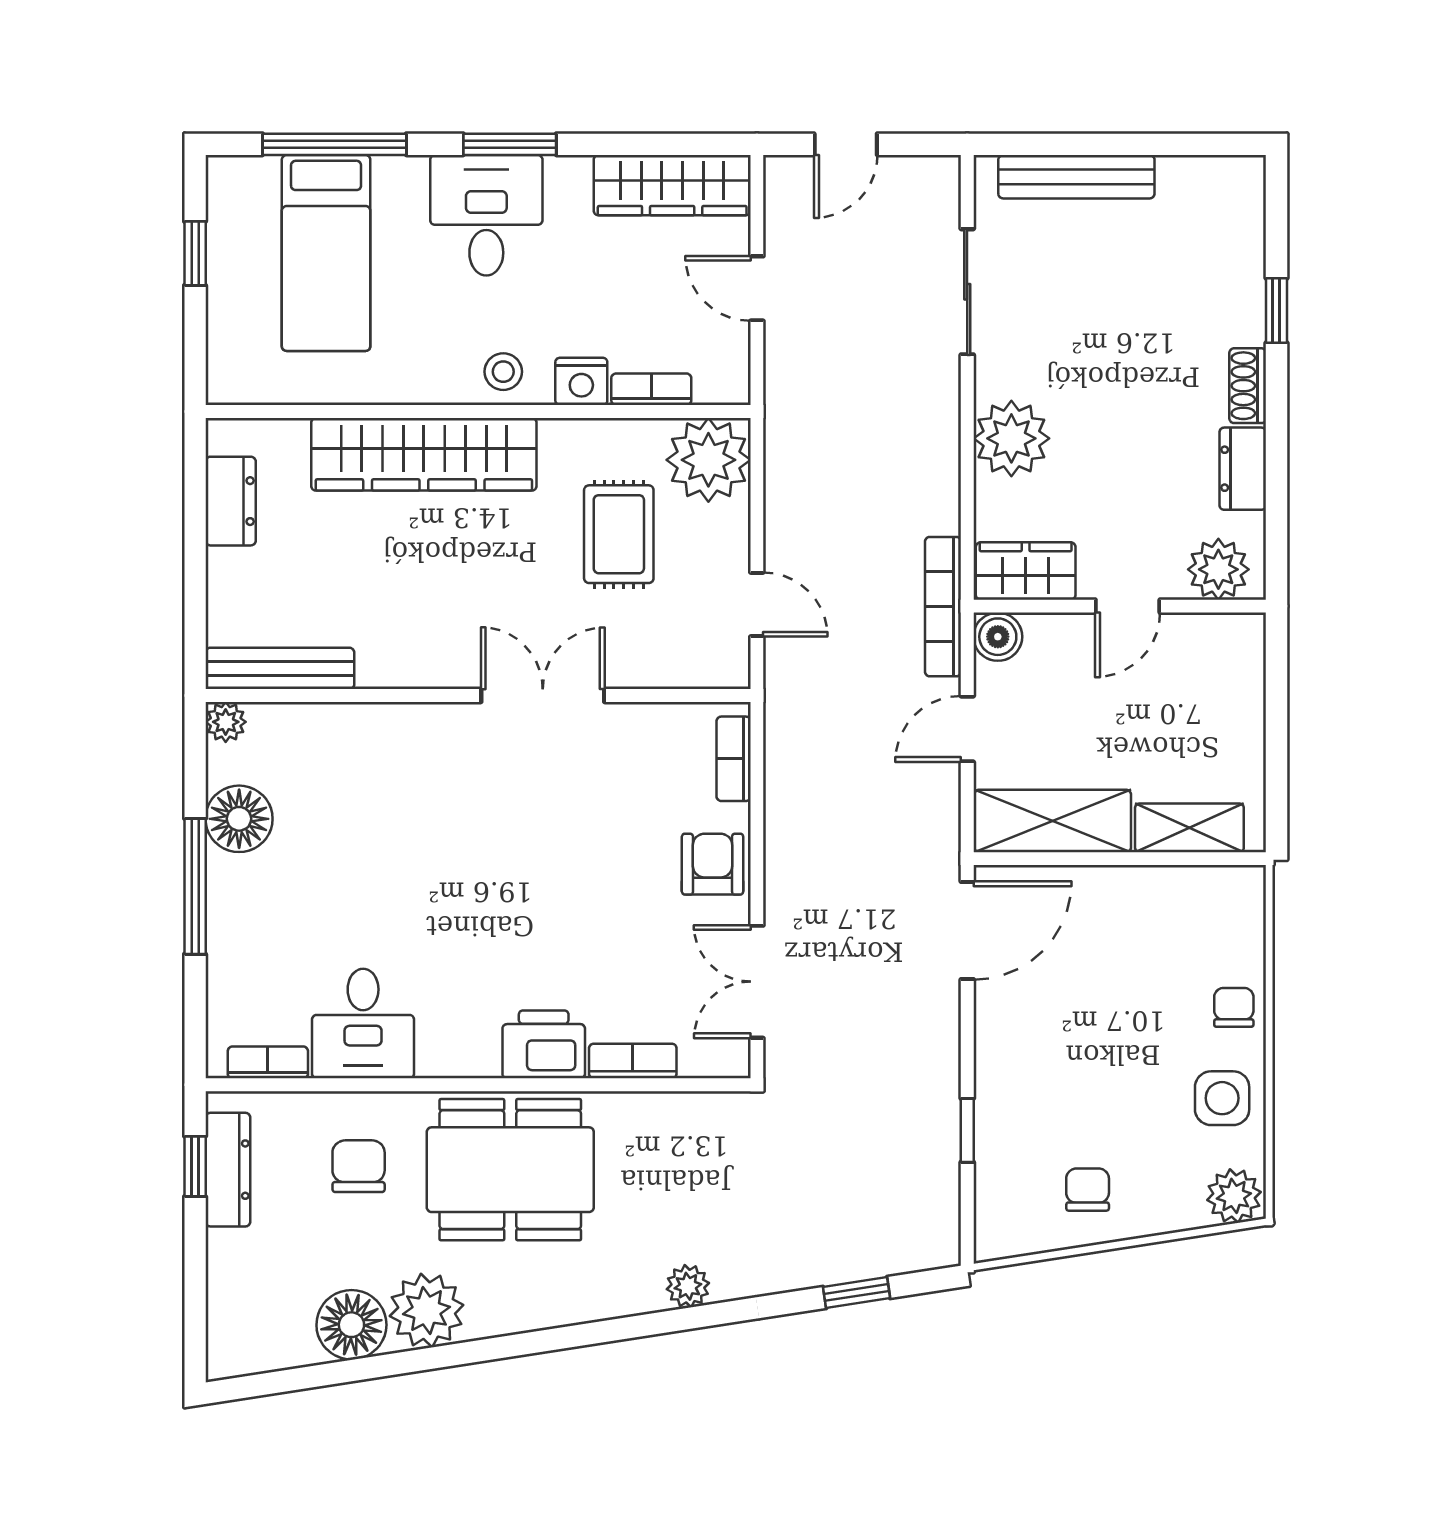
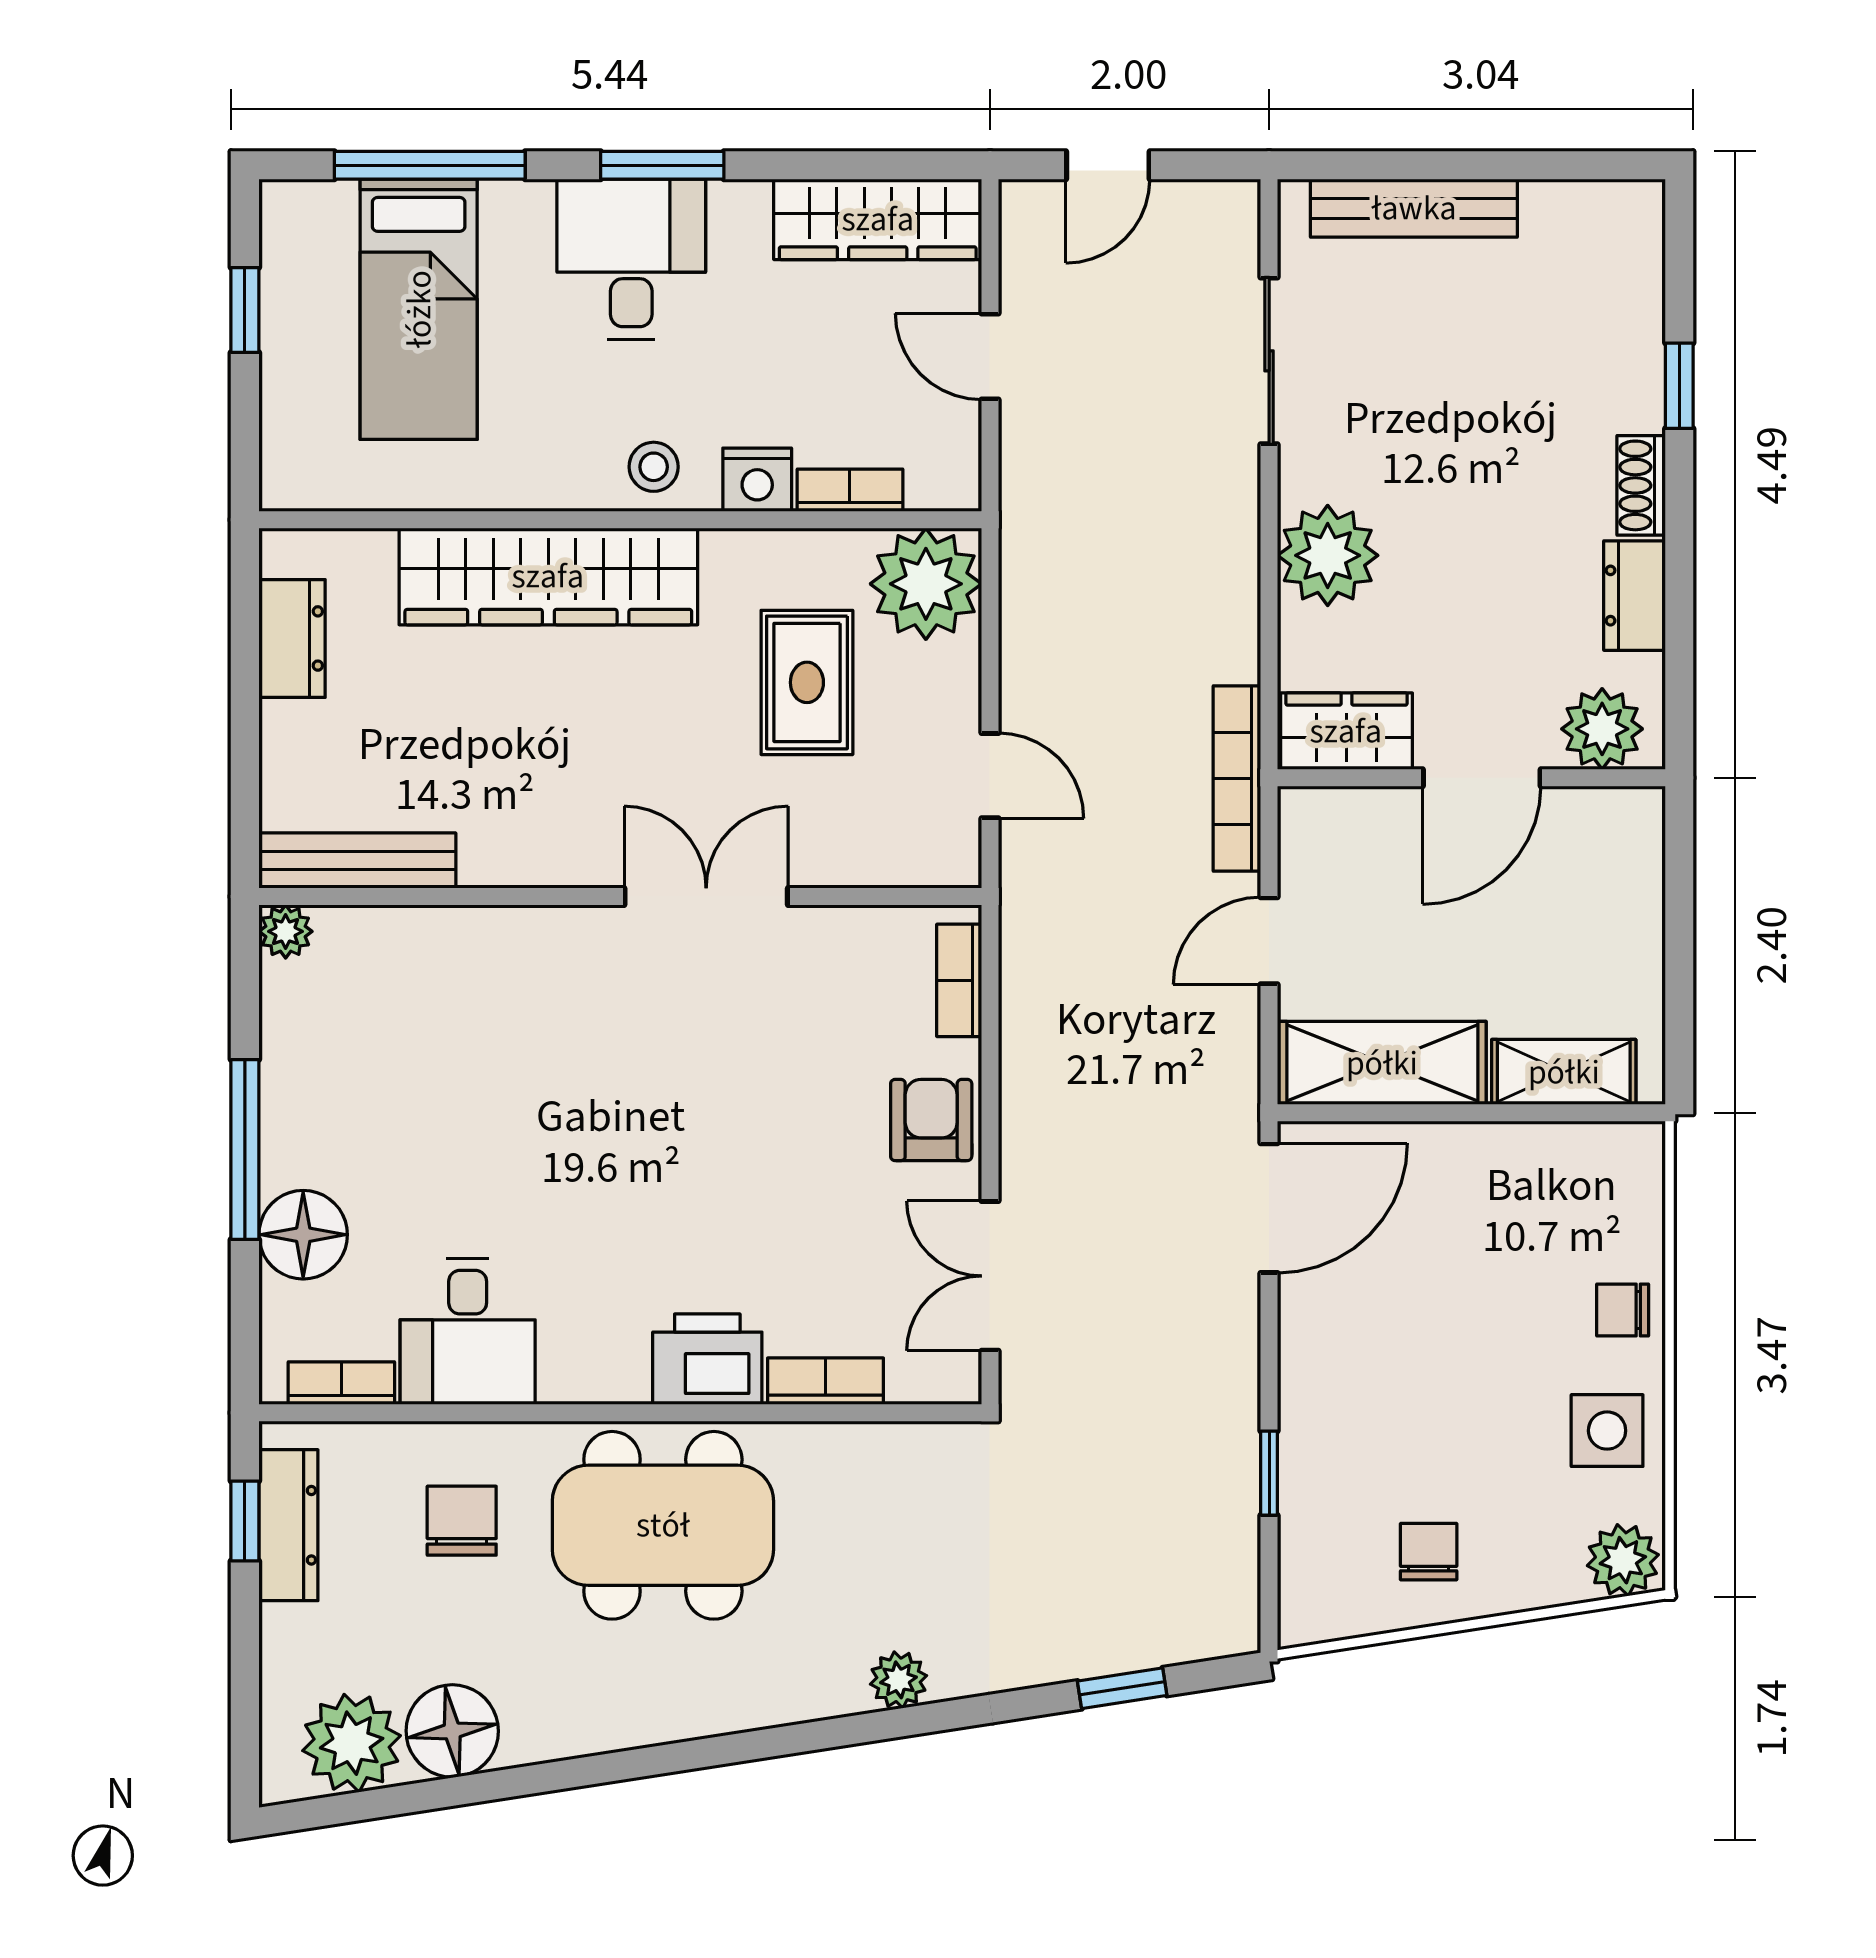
door: (1128, 606) -> (1482, 778), width x1.38
boiler: (998, 637) -> (1310, 818), removed
floor lamp: (239, 819) -> (303, 1235), moved
chair: (1234, 1007) -> (1623, 1310), turned -90
plant: (427, 1311) -> (352, 1743), moved

